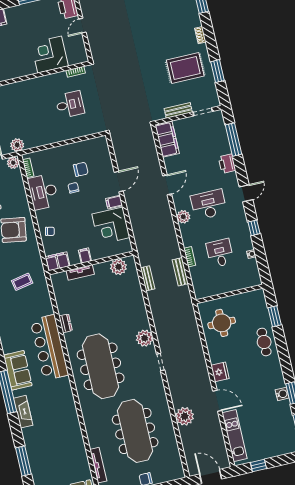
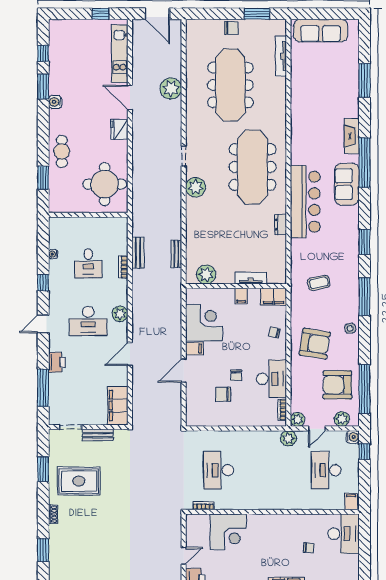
desk: (70, 105) -> (219, 470), width x1.37
round table: (222, 323) -> (105, 184), width x1.36, depth x1.36
water cooler: (282, 394) -> (55, 102), moved

